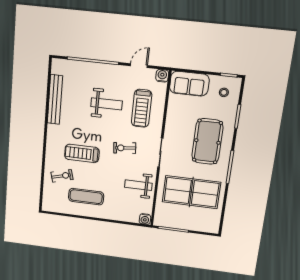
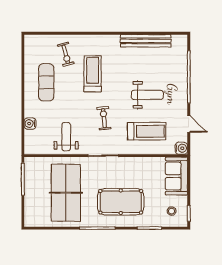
weight bench: (106, 104) -> (147, 95), turned -90
treadmill: (142, 108) -> (147, 131), turned 180
water cooler: (145, 219) -> (30, 124), moved

